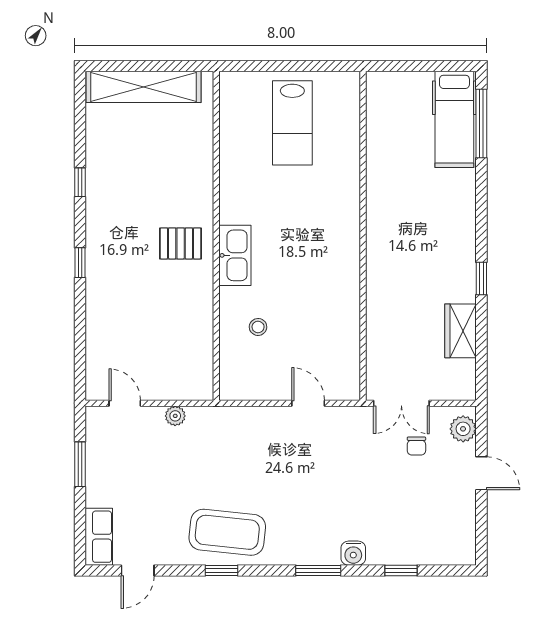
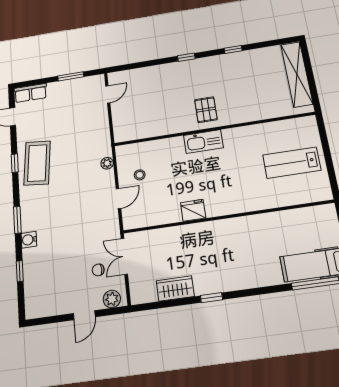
fridge: (345, 287) -> (193, 210), added
stool: (258, 327) -> (140, 175), moved
plant: (175, 416) -> (107, 163), moved

